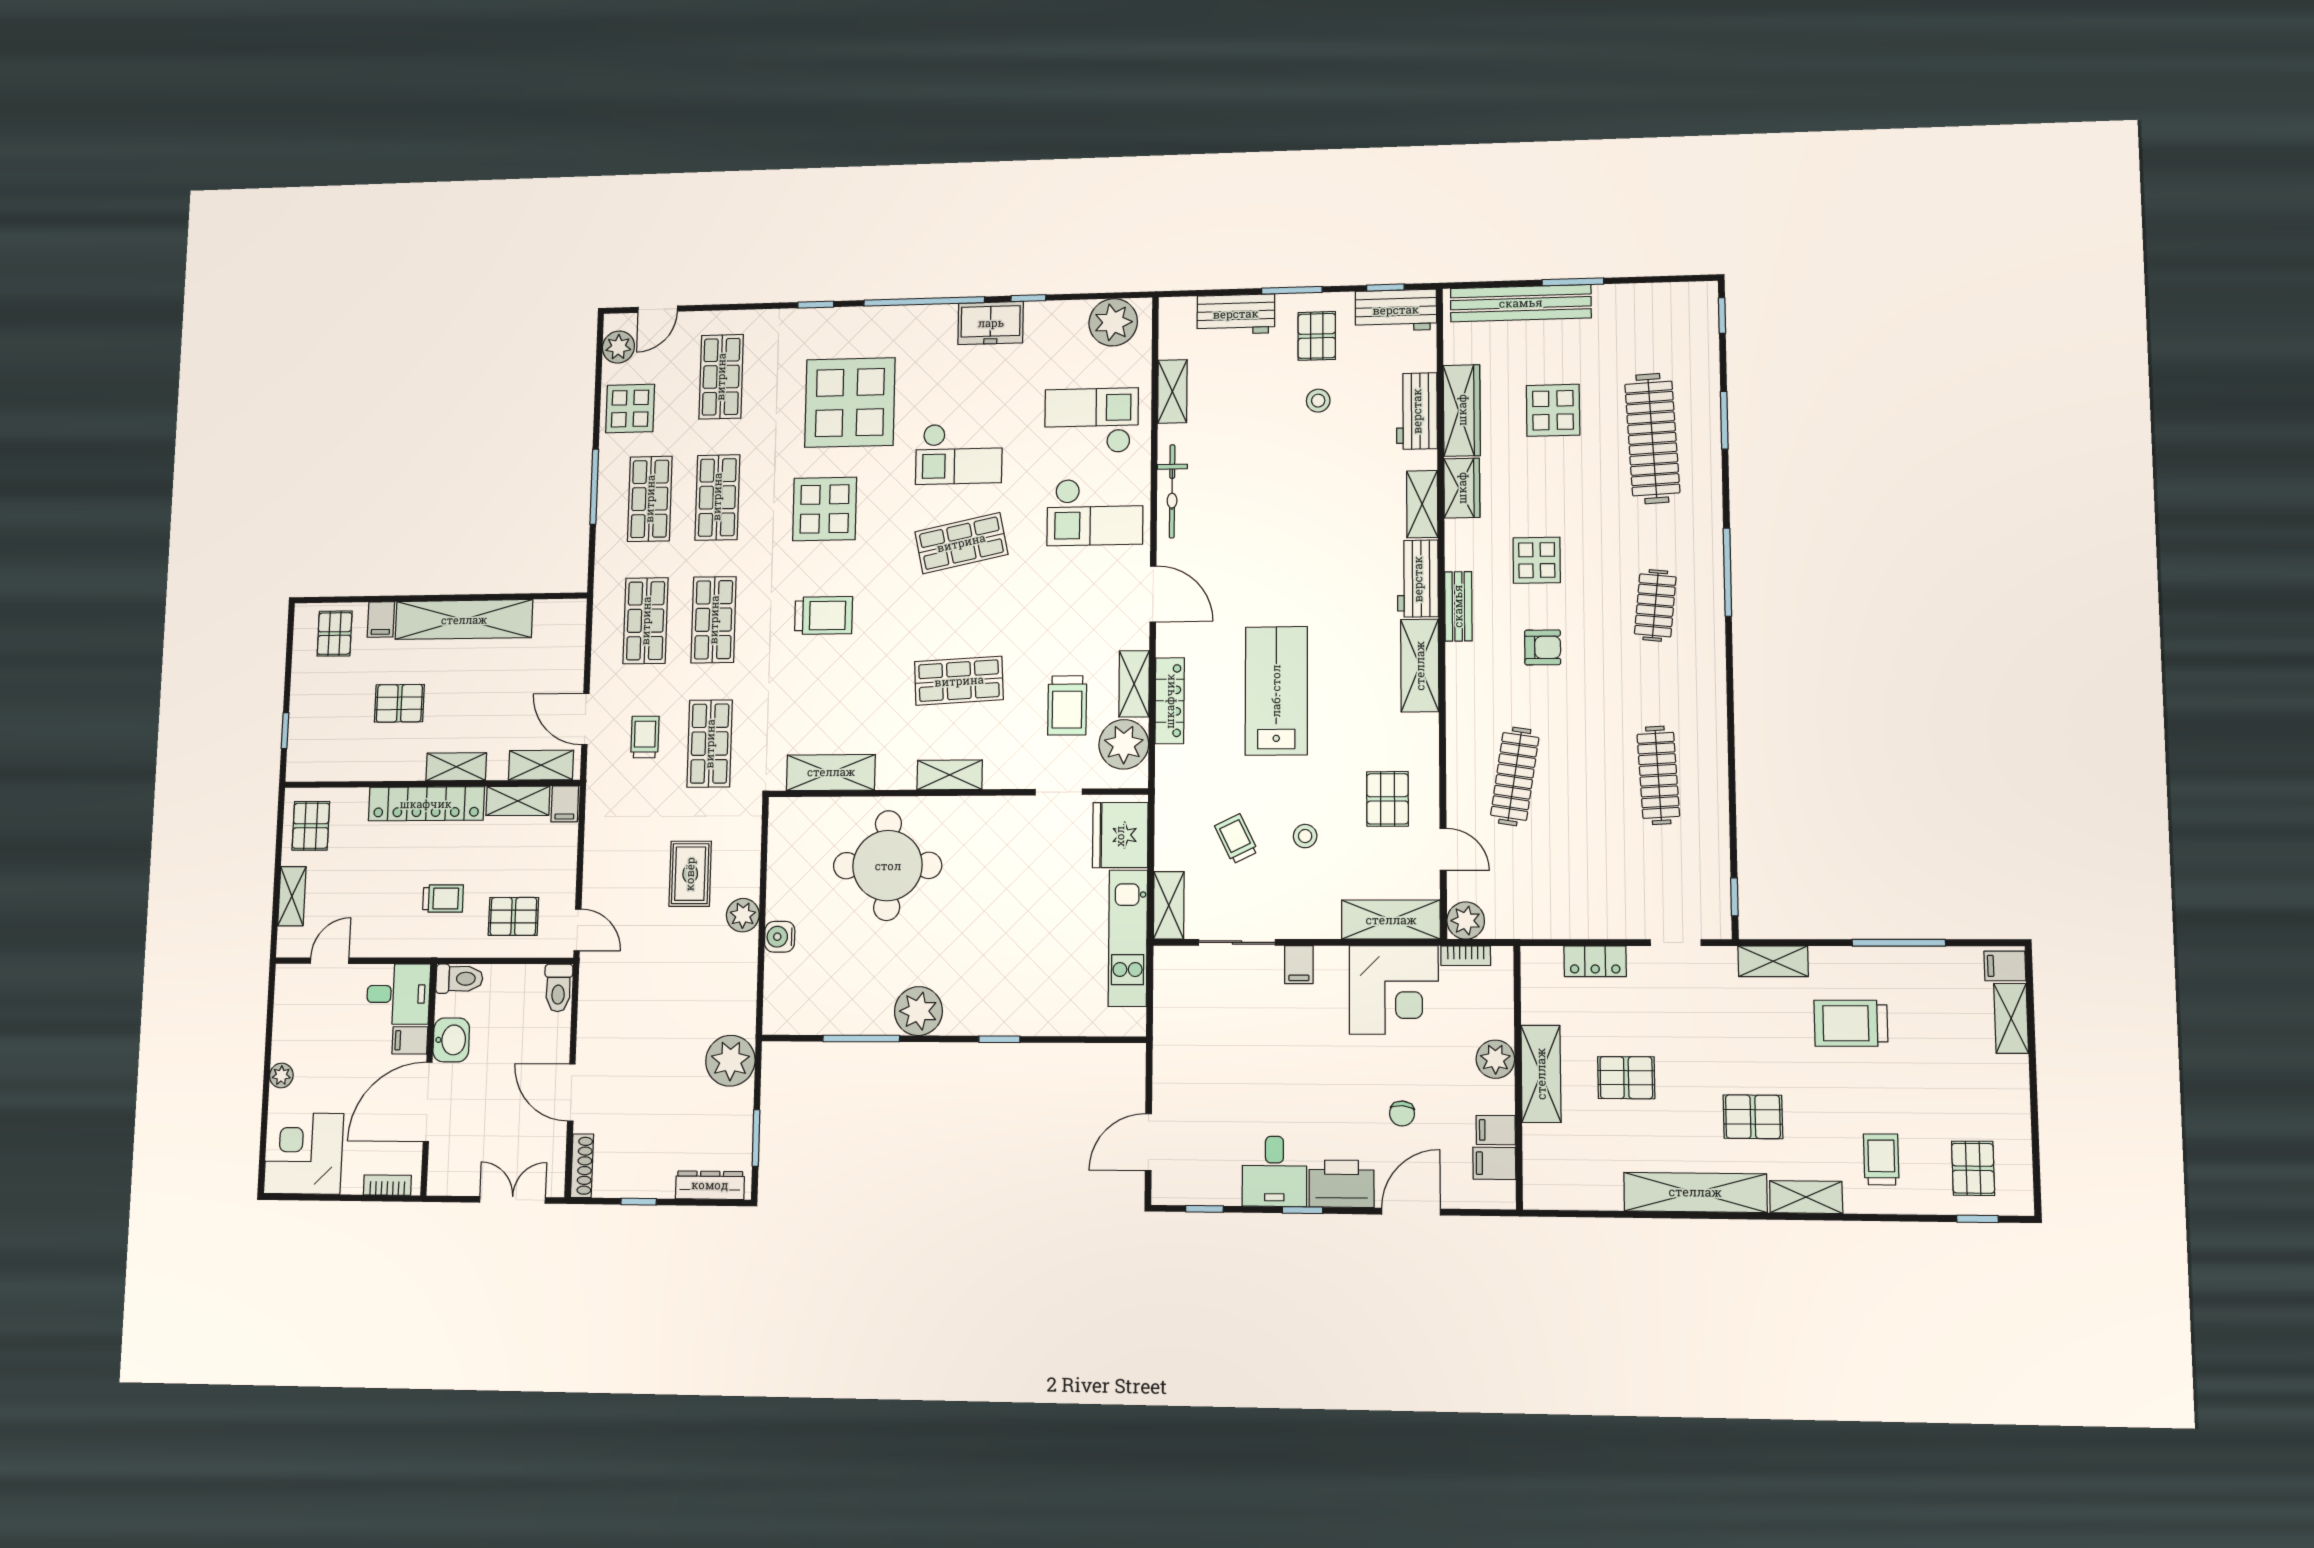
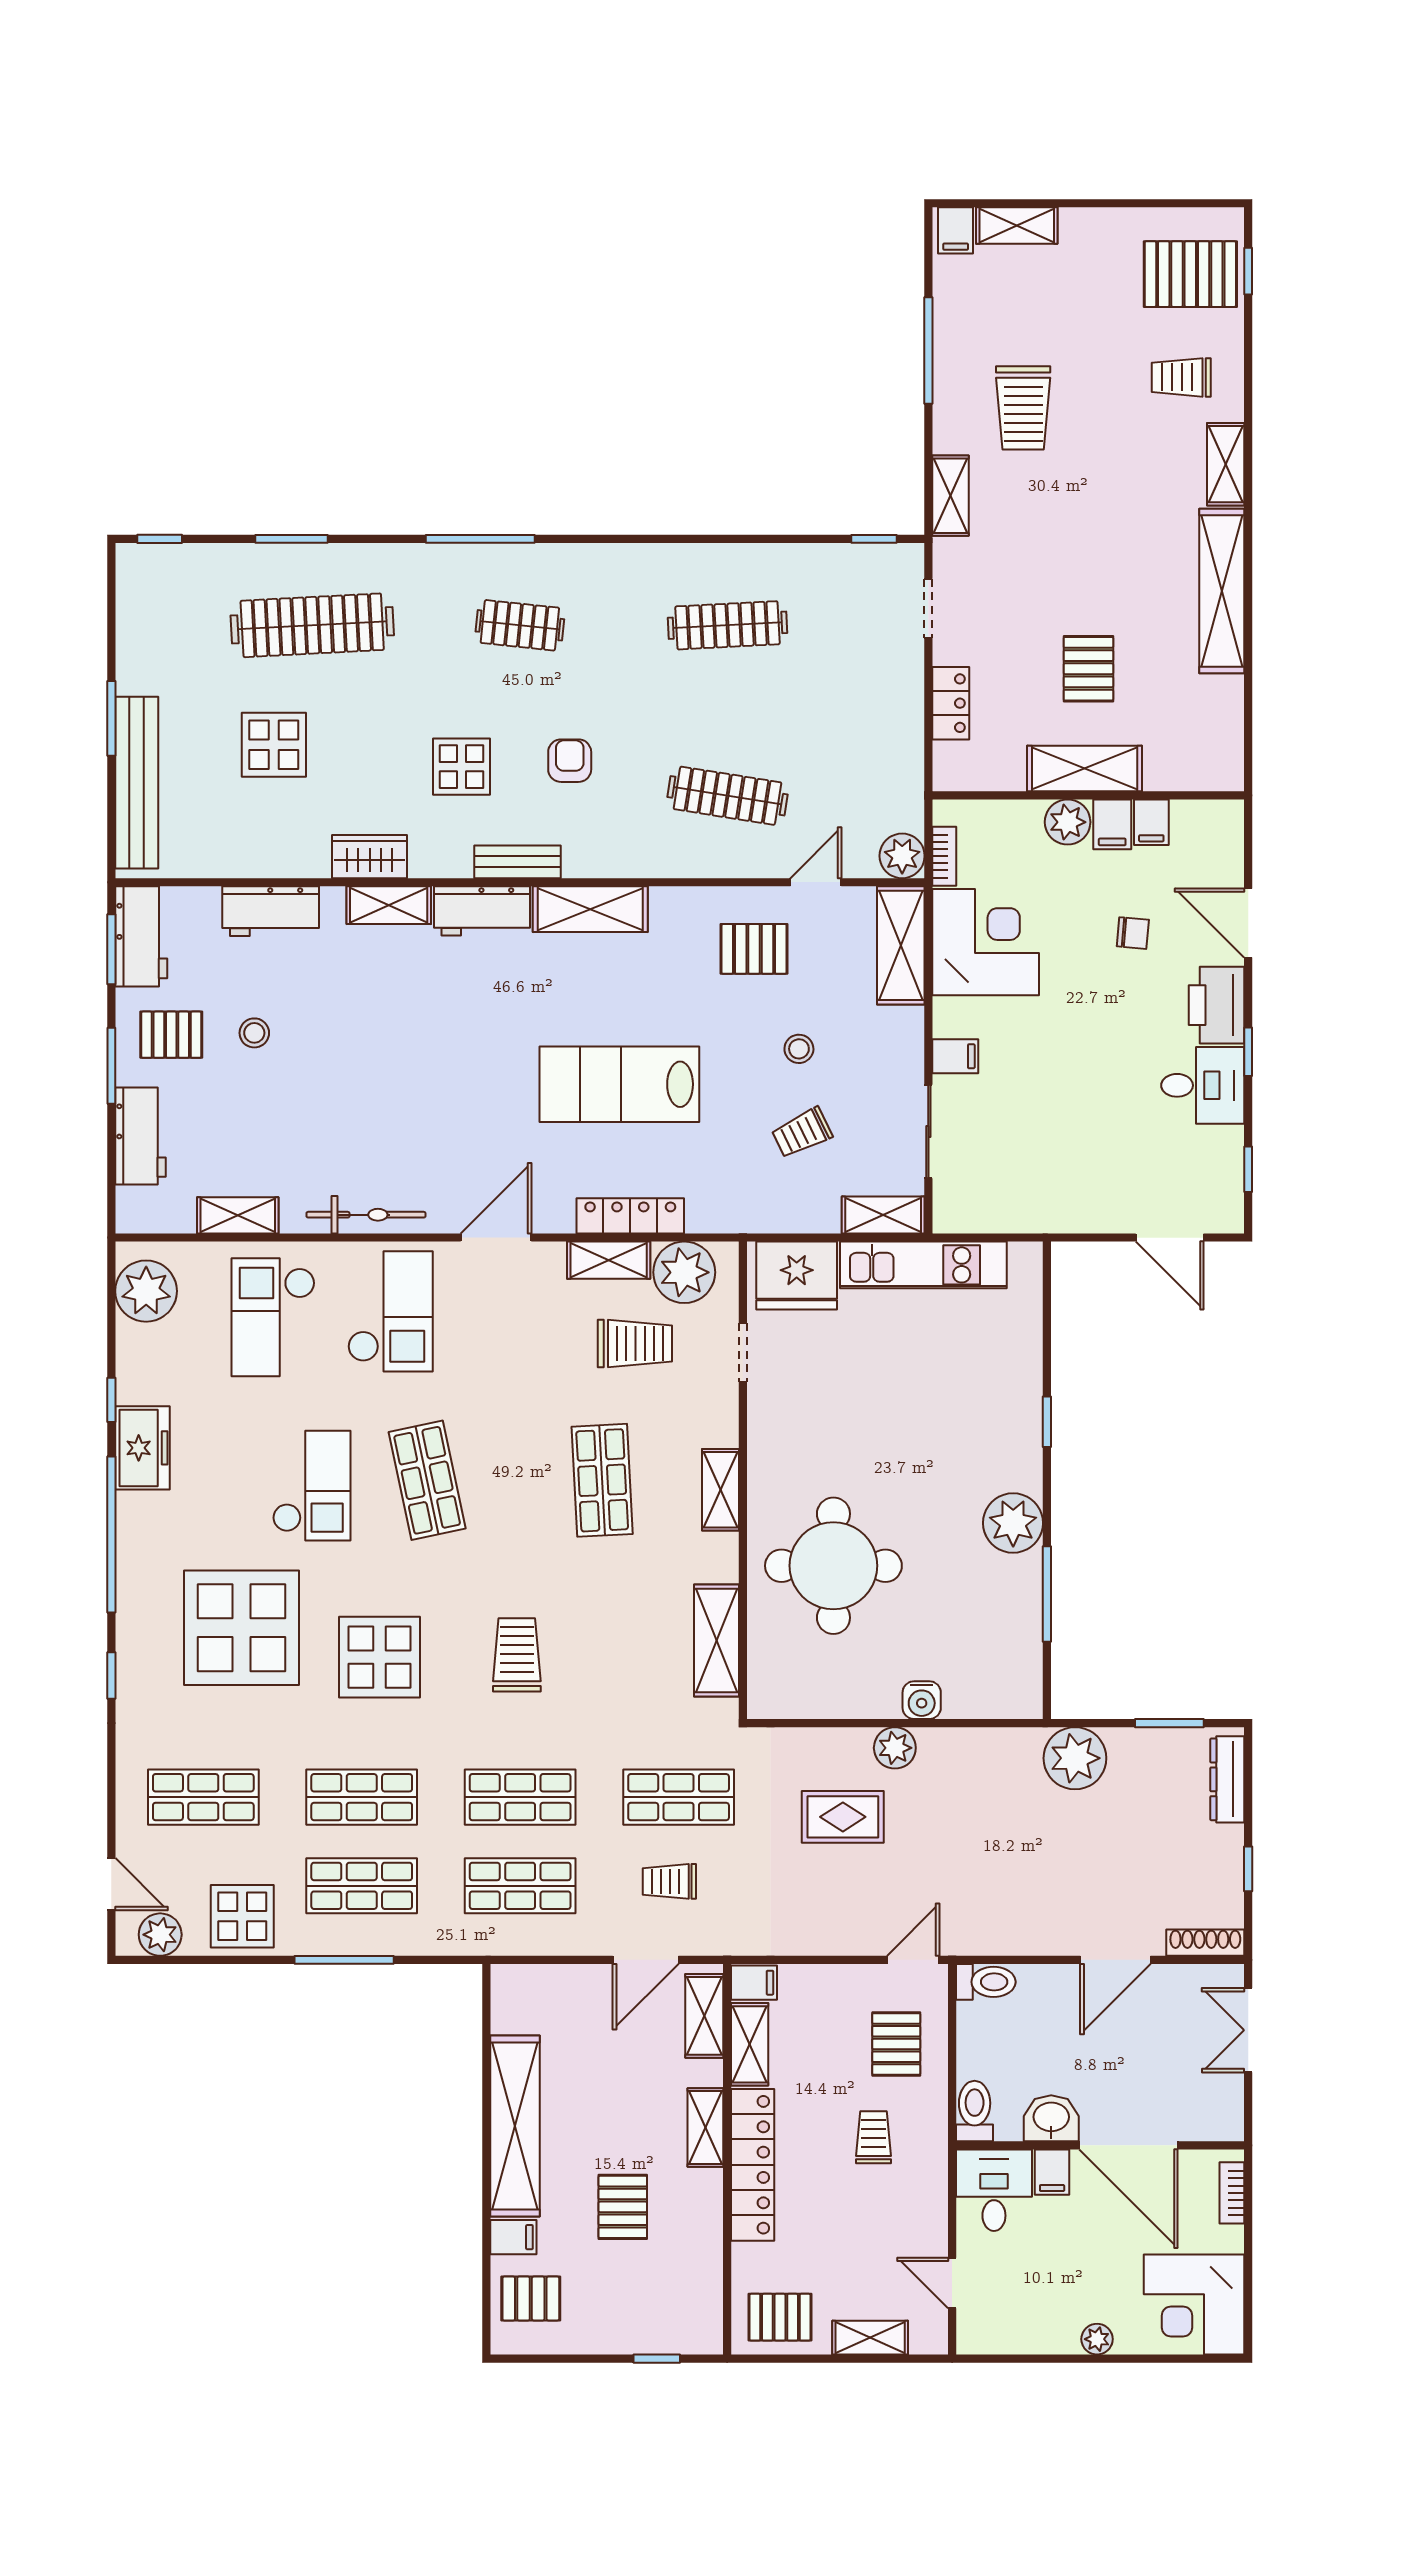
window: (1385, 287) -> (111, 949), width x1.50
wardrobe: (1462, 410) -> (271, 856), removed
pallet: (1753, 1117) -> (1133, 523), removed
filing cabinet: (1494, 1163) -> (1112, 824), moved
pallet: (1973, 1168) -> (1190, 274), width x1.50, depth x1.42

